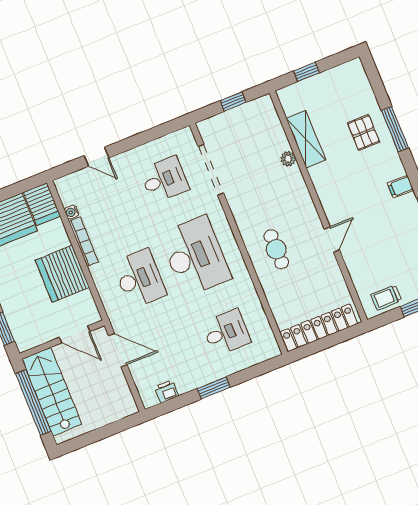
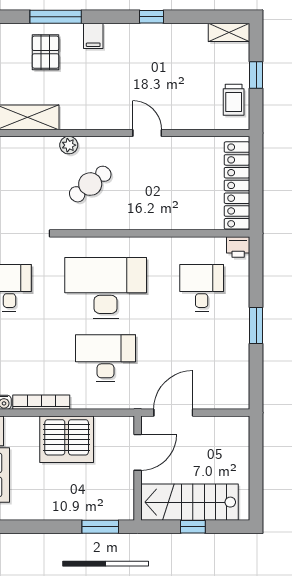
pallet: (363, 133) -> (46, 52), turned 90
plant: (288, 159) -> (69, 145), moved
filing cabinet: (400, 187) -> (93, 36), moved
cafe table: (276, 249) -> (90, 184), moved, turned -38
printer: (167, 391) -> (238, 247), moved, turned -90
window: (33, 402) -> (193, 527), width x0.32

